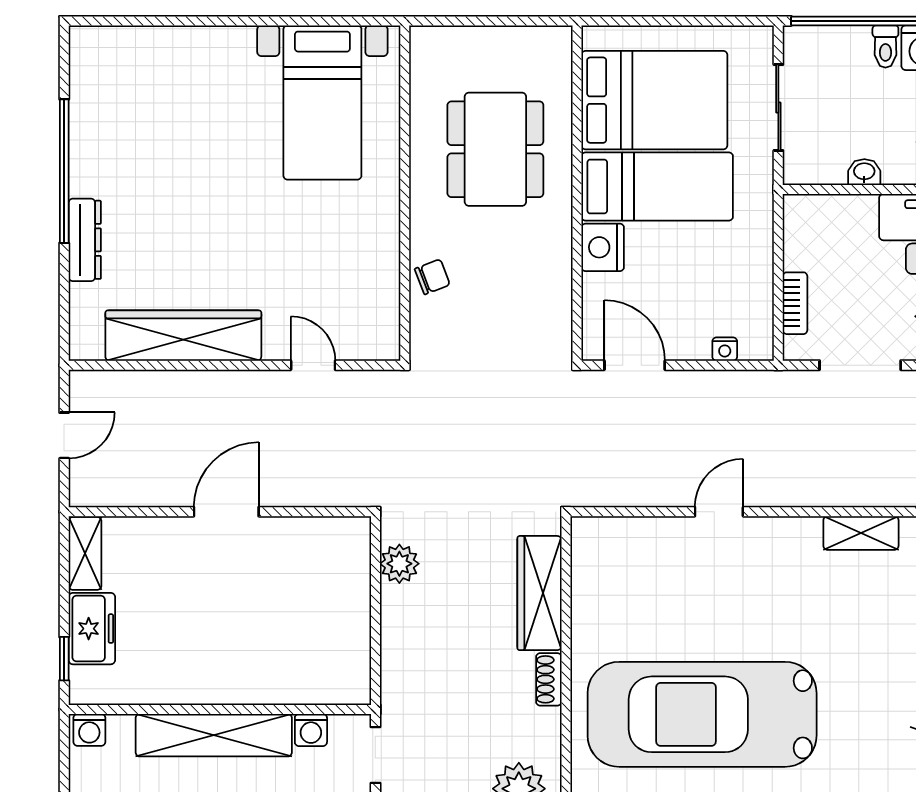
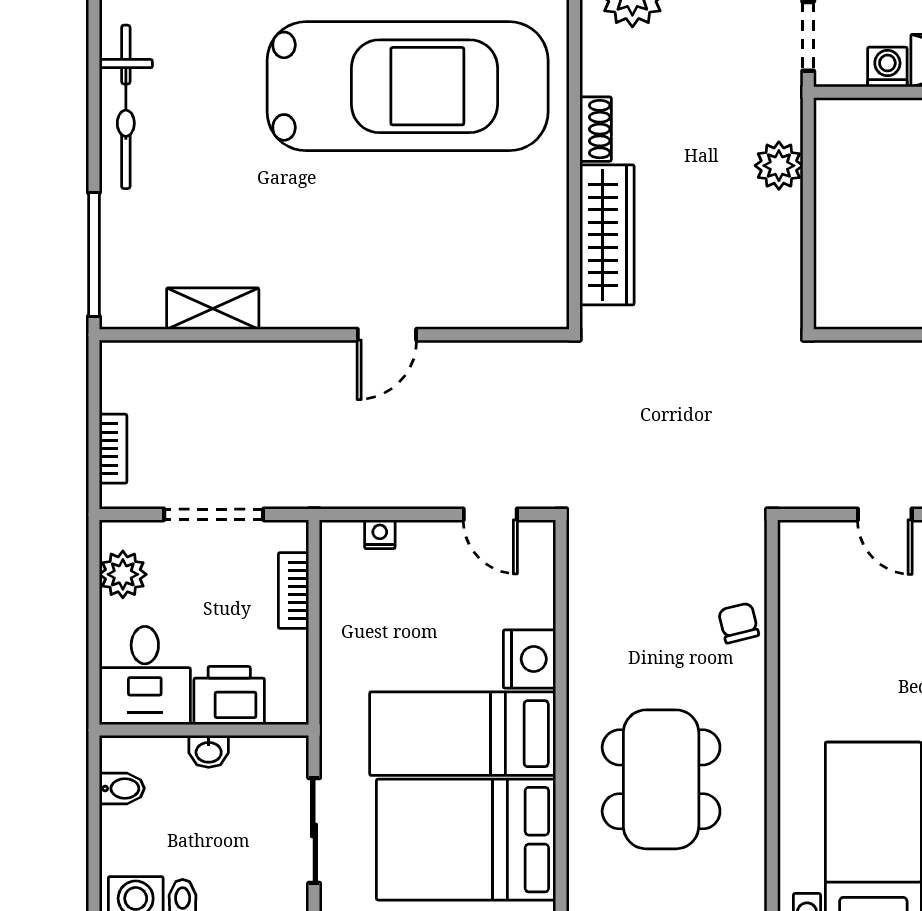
printer: (848, 218) -> (229, 696), added
chair: (432, 277) -> (739, 623), turned 97
door: (635, 365) -> (490, 514), width x0.73
plant: (399, 564) -> (779, 166), moved

